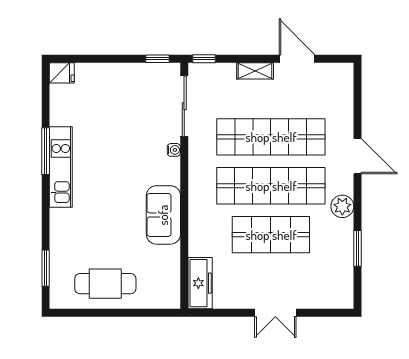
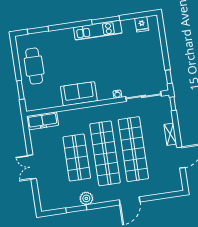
fridge: (62, 73) -> (142, 24), moved
plant: (342, 206) -> (86, 198), moved
window: (142, 313) -> (20, 90), added

